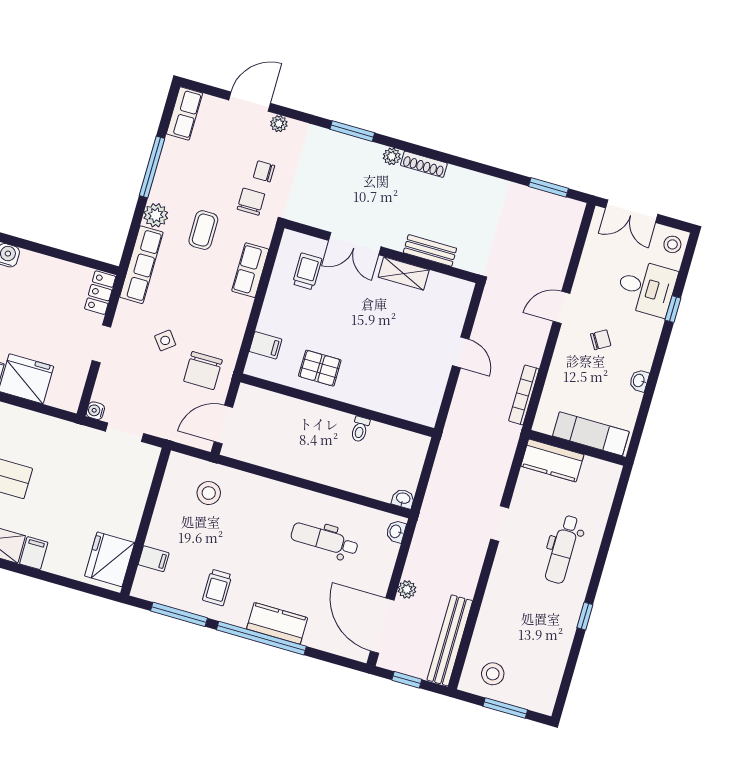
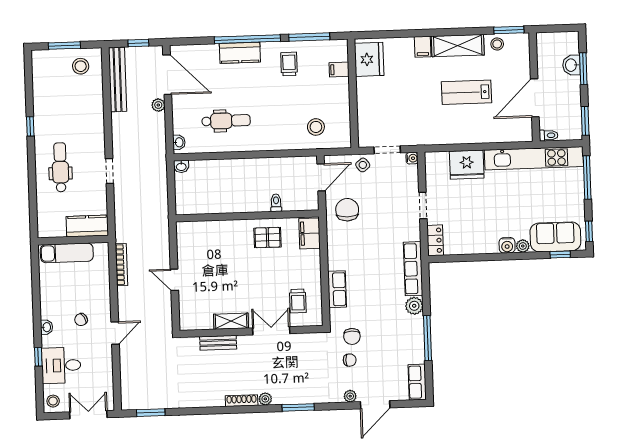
coffee table: (203, 230) -> (378, 306), removed
side table: (165, 340) -> (363, 165), moved
filing cabinet: (266, 345) -> (310, 233), width x2.00
washbasin: (639, 381) -> (46, 327), moved
toilet: (360, 429) -> (276, 203), moved

